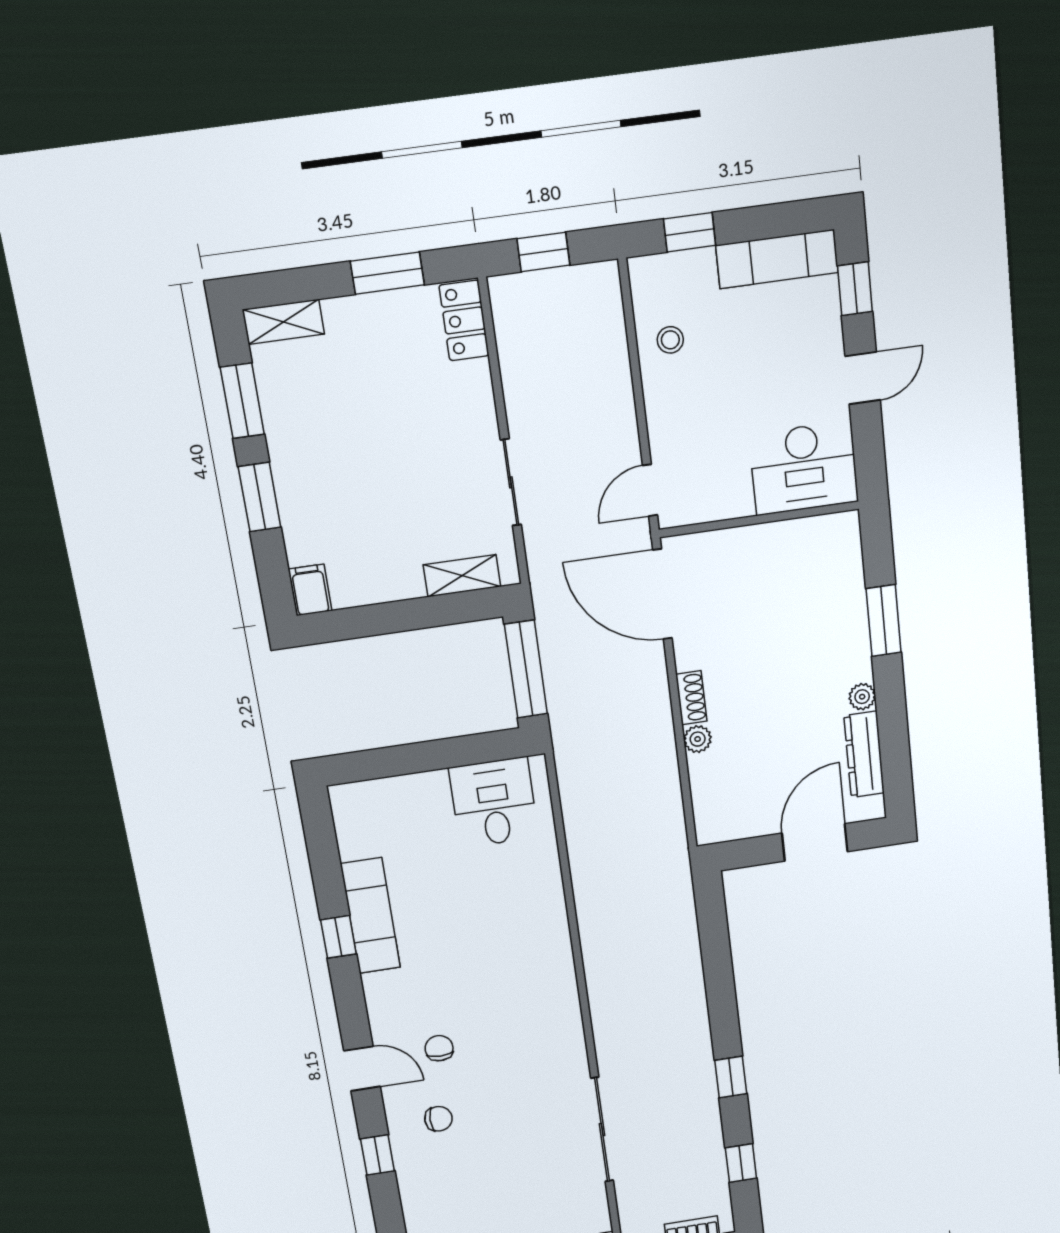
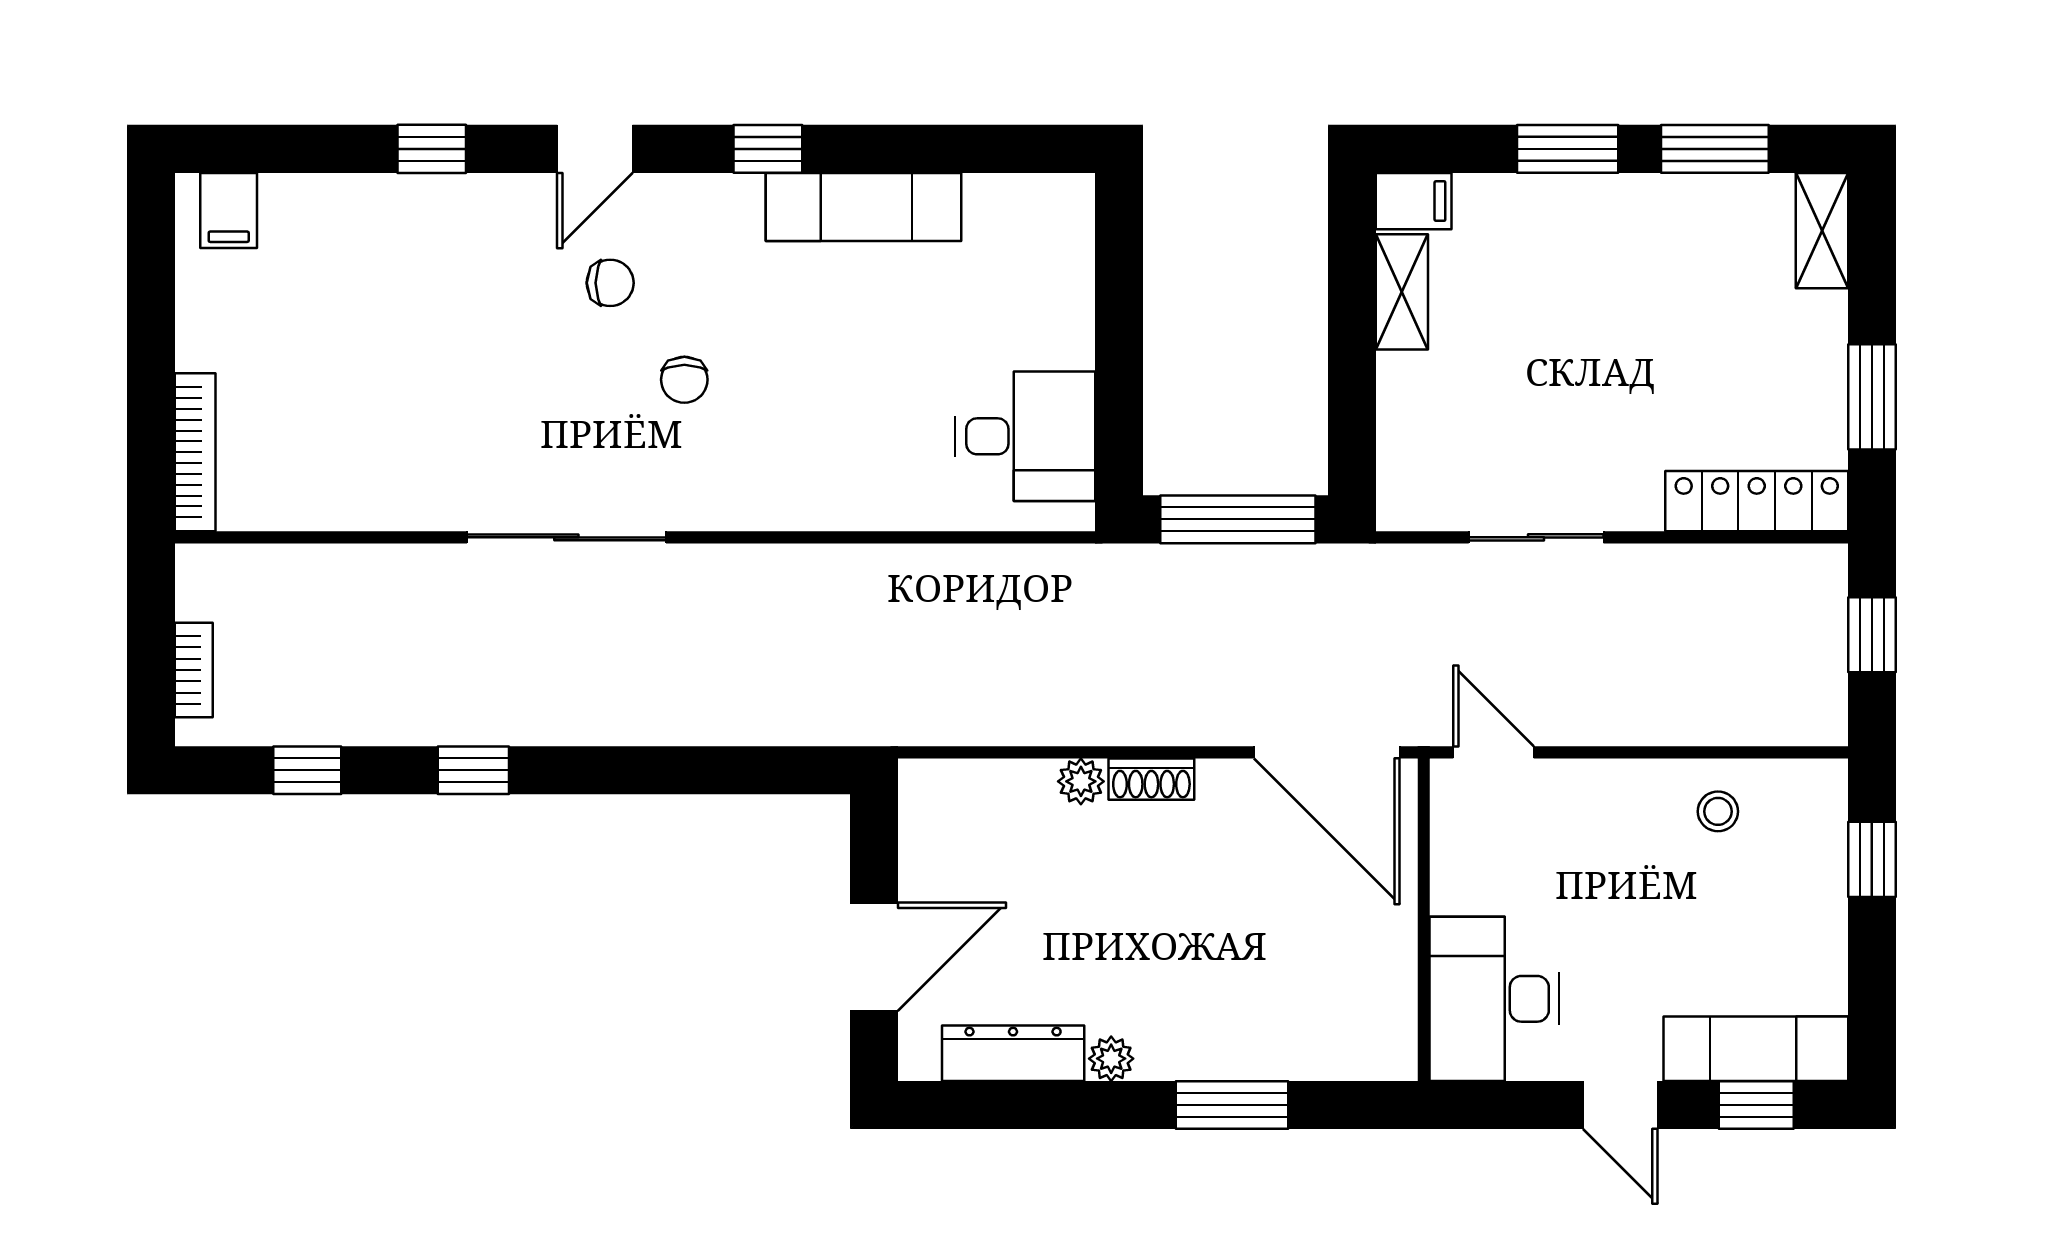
exam couch: (777, 259) -> (1756, 1049), moved, turned 90
locker: (464, 320) -> (1757, 501), width x1.53
shelving: (462, 576) -> (1402, 292), moved
door: (662, 594) -> (1327, 752), swing flipped
door: (815, 842) -> (874, 957), hinge flipped
window: (338, 937) -> (768, 149), moved
chair: (438, 1119) -> (684, 380), moved
sliding door: (602, 1130) -> (566, 537), moved

